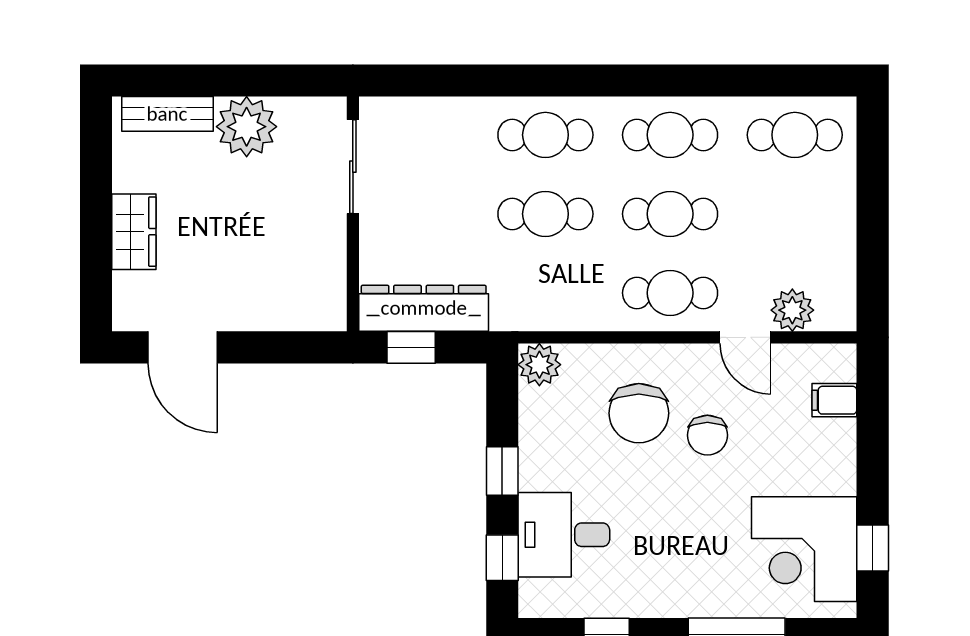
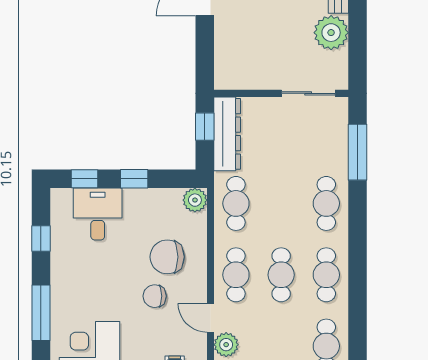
window: (456, 81) -> (357, 152), added
cafe table: (545, 214) -> (236, 203), moved
door: (745, 337) -> (211, 318), hinge flipped

